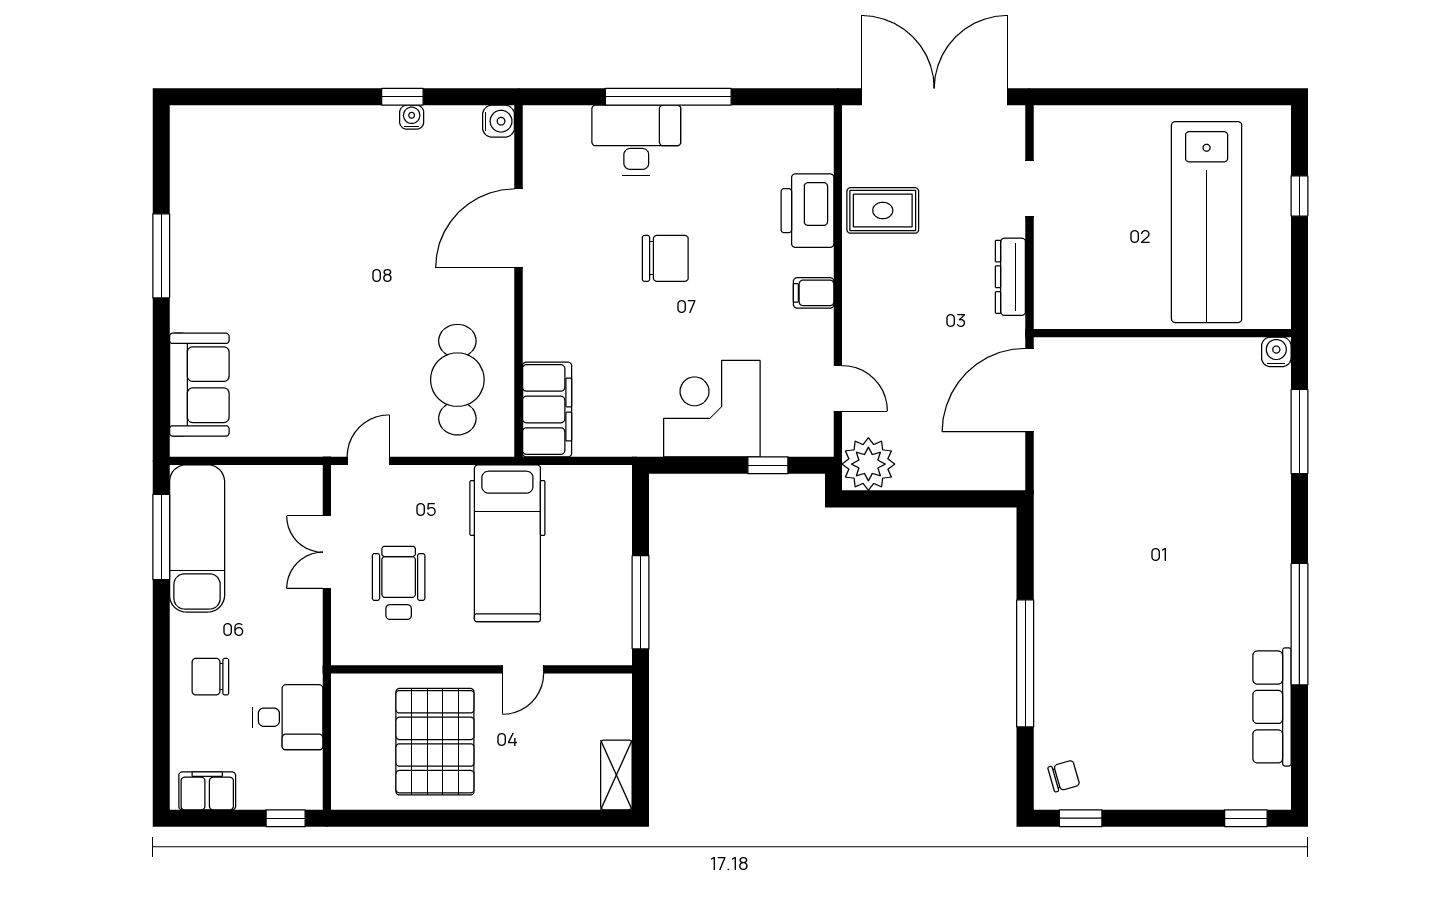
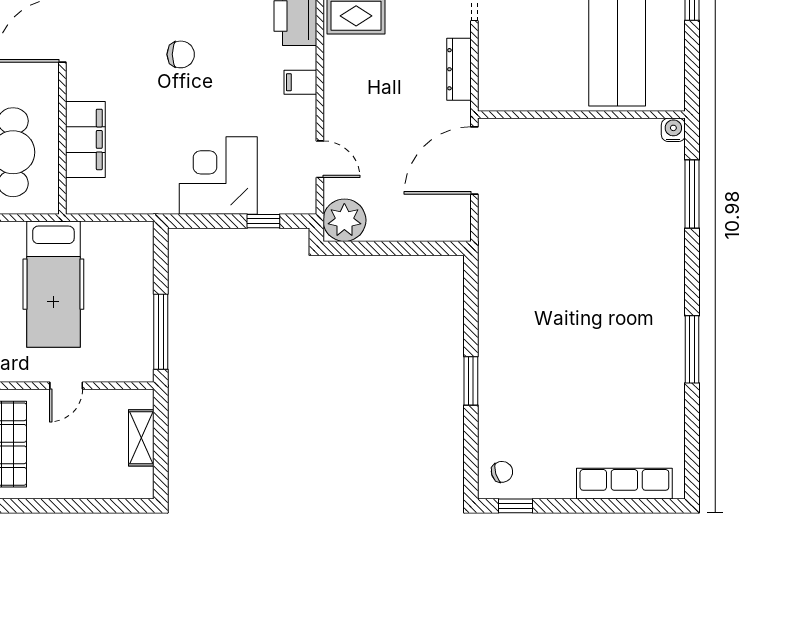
chair: (665, 258) -> (181, 54), width x0.73, depth x0.73
filing cabinet: (547, 409) -> (85, 139), moved
window: (1299, 624) -> (692, 349), width x0.68
window: (1025, 663) -> (471, 381), width x0.47
row of seats: (1272, 707) -> (624, 484), moved, turned 90
shelving: (616, 775) -> (141, 438), moved
window: (1246, 818) -> (649, 506), removed

